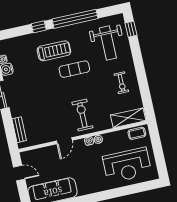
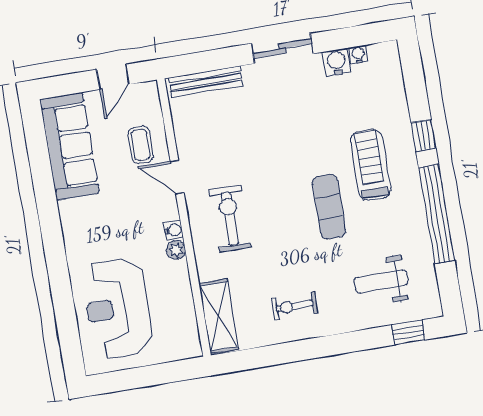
weight bench: (108, 43) -> (381, 281), width x0.73, depth x0.75
treadmill: (54, 51) -> (370, 165), turned 180
exercise bike: (82, 115) -> (230, 219), turned -90
bench: (19, 130) -> (206, 82), width x1.36
coffee table: (137, 133) -> (141, 145), moved

